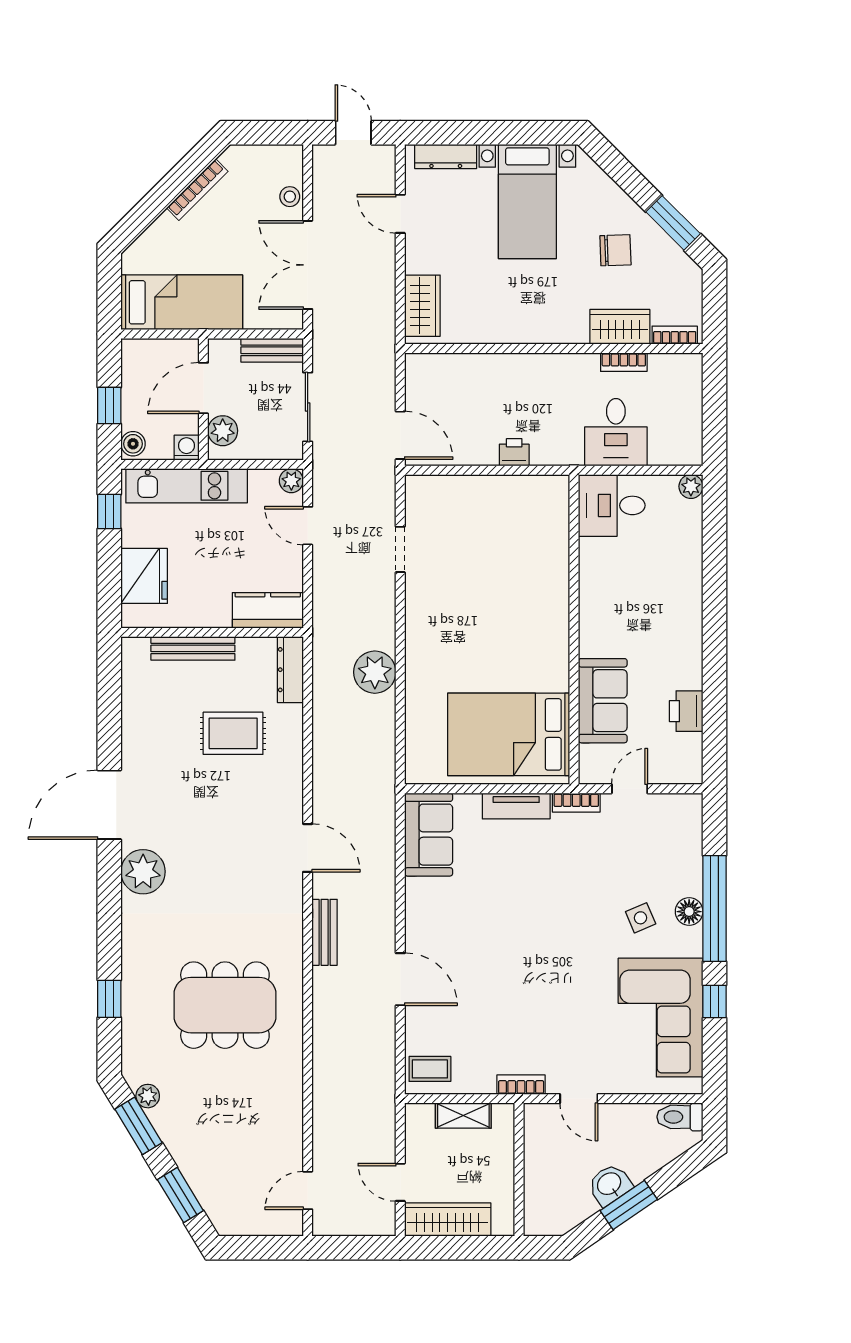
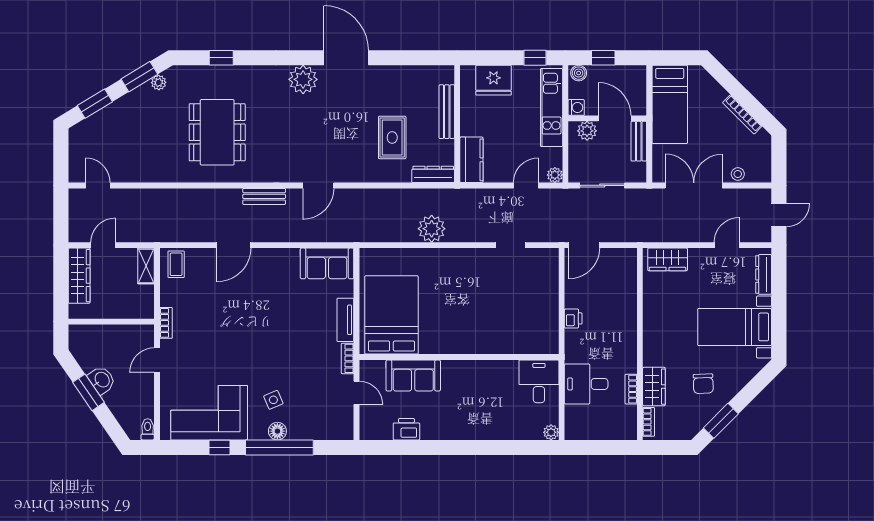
bench: (272, 350) -> (639, 141), moved
shelving: (463, 1116) -> (146, 266), moved
toilet: (680, 1117) -> (148, 429), width x0.73, depth x0.72

